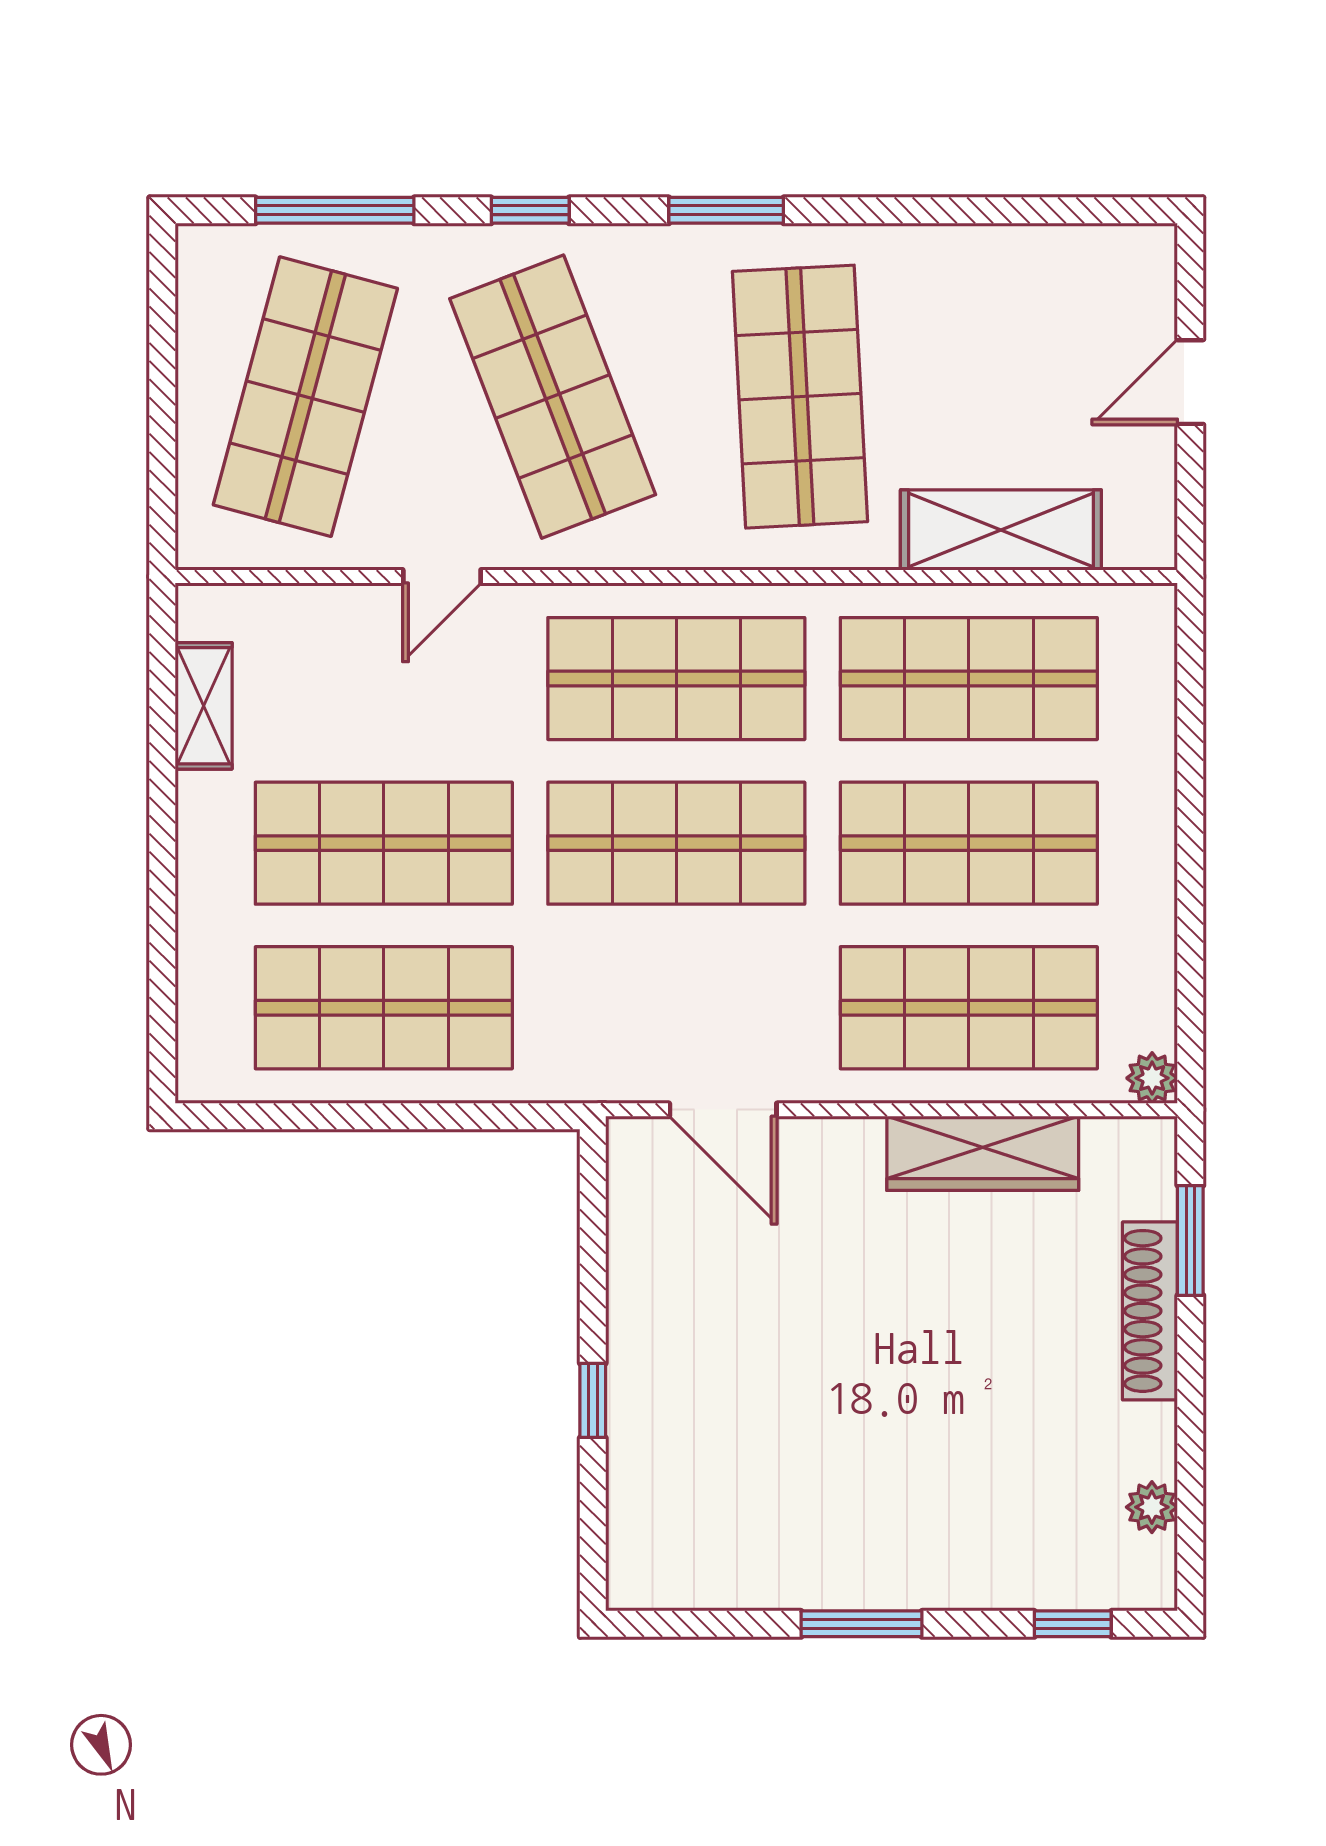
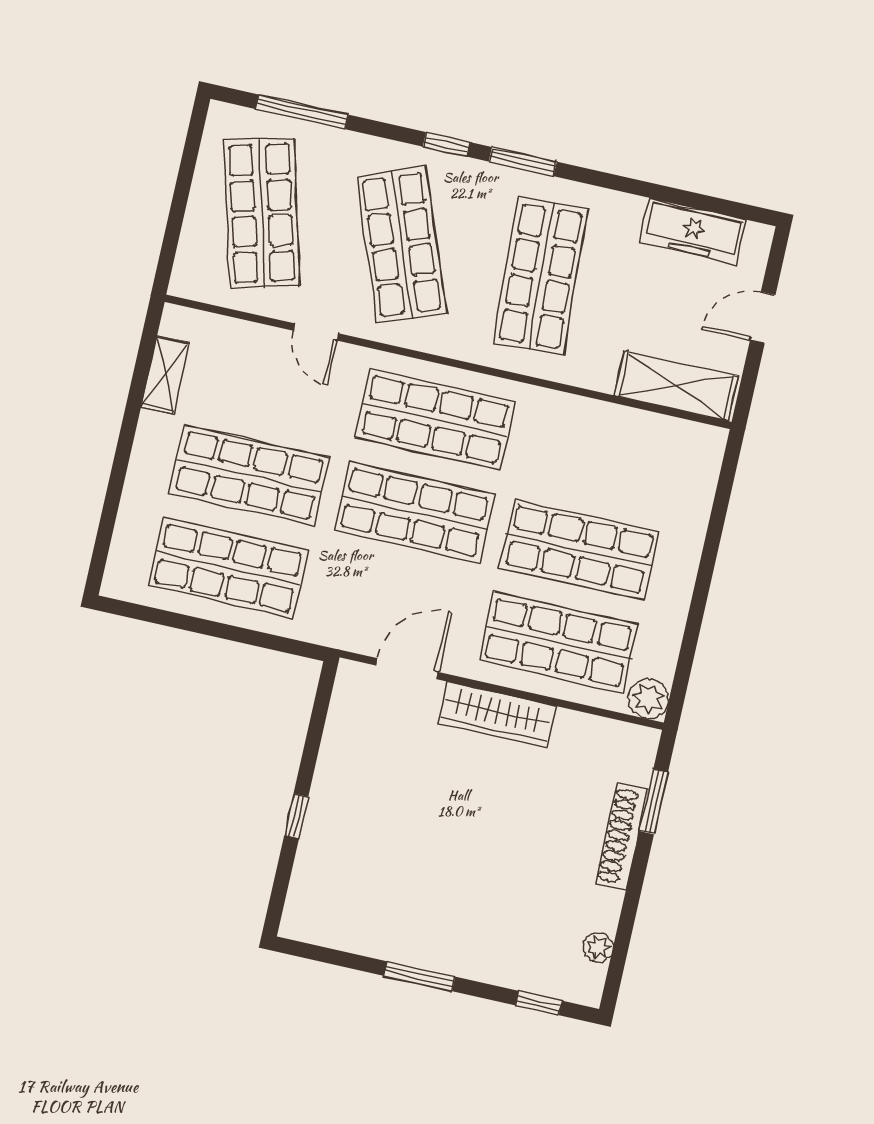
window: (530, 210) -> (447, 144), moved
freezer: (1040, 263) -> (693, 231), added
shop shelf: (305, 397) -> (262, 213), turned -30
shelving: (1001, 530) -> (676, 386), moved
door: (442, 577) -> (316, 332), hinge flipped
shop shelf: (969, 679) -> (600, 457), removed
plant: (1152, 1078) -> (649, 699), width x1.38, depth x1.38
door: (723, 1110) -> (407, 669), swing flipped
wardrobe: (983, 1153) -> (497, 715), moved

